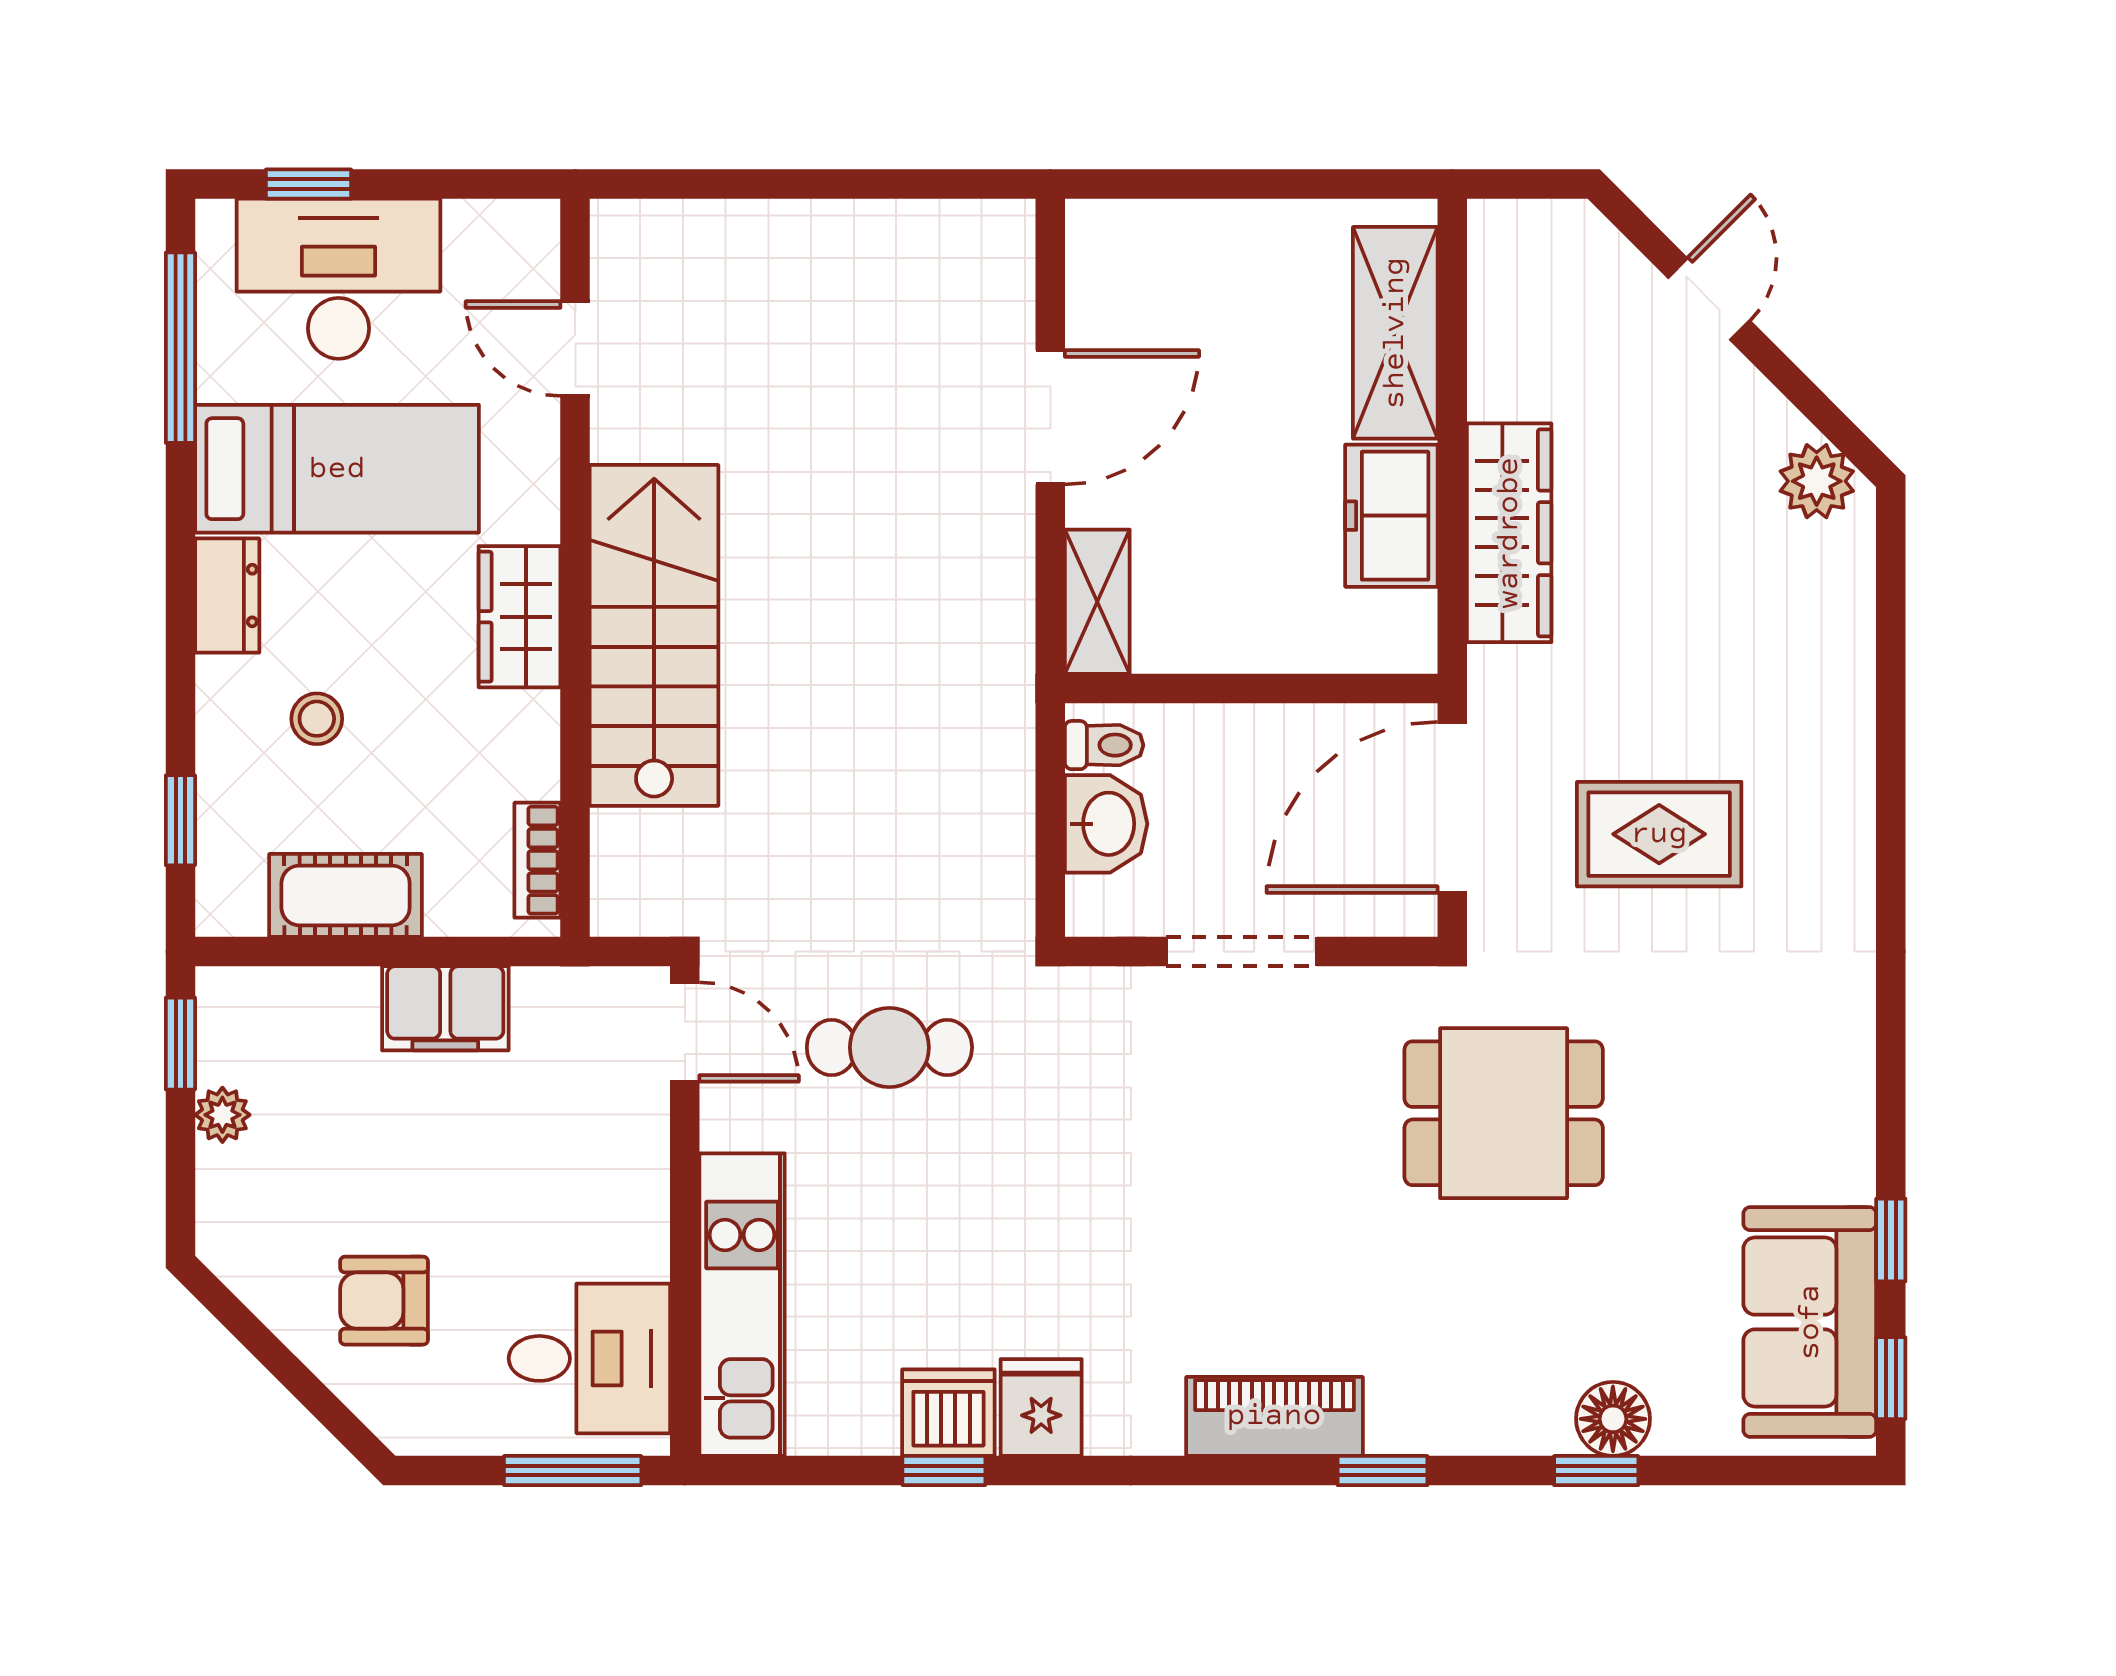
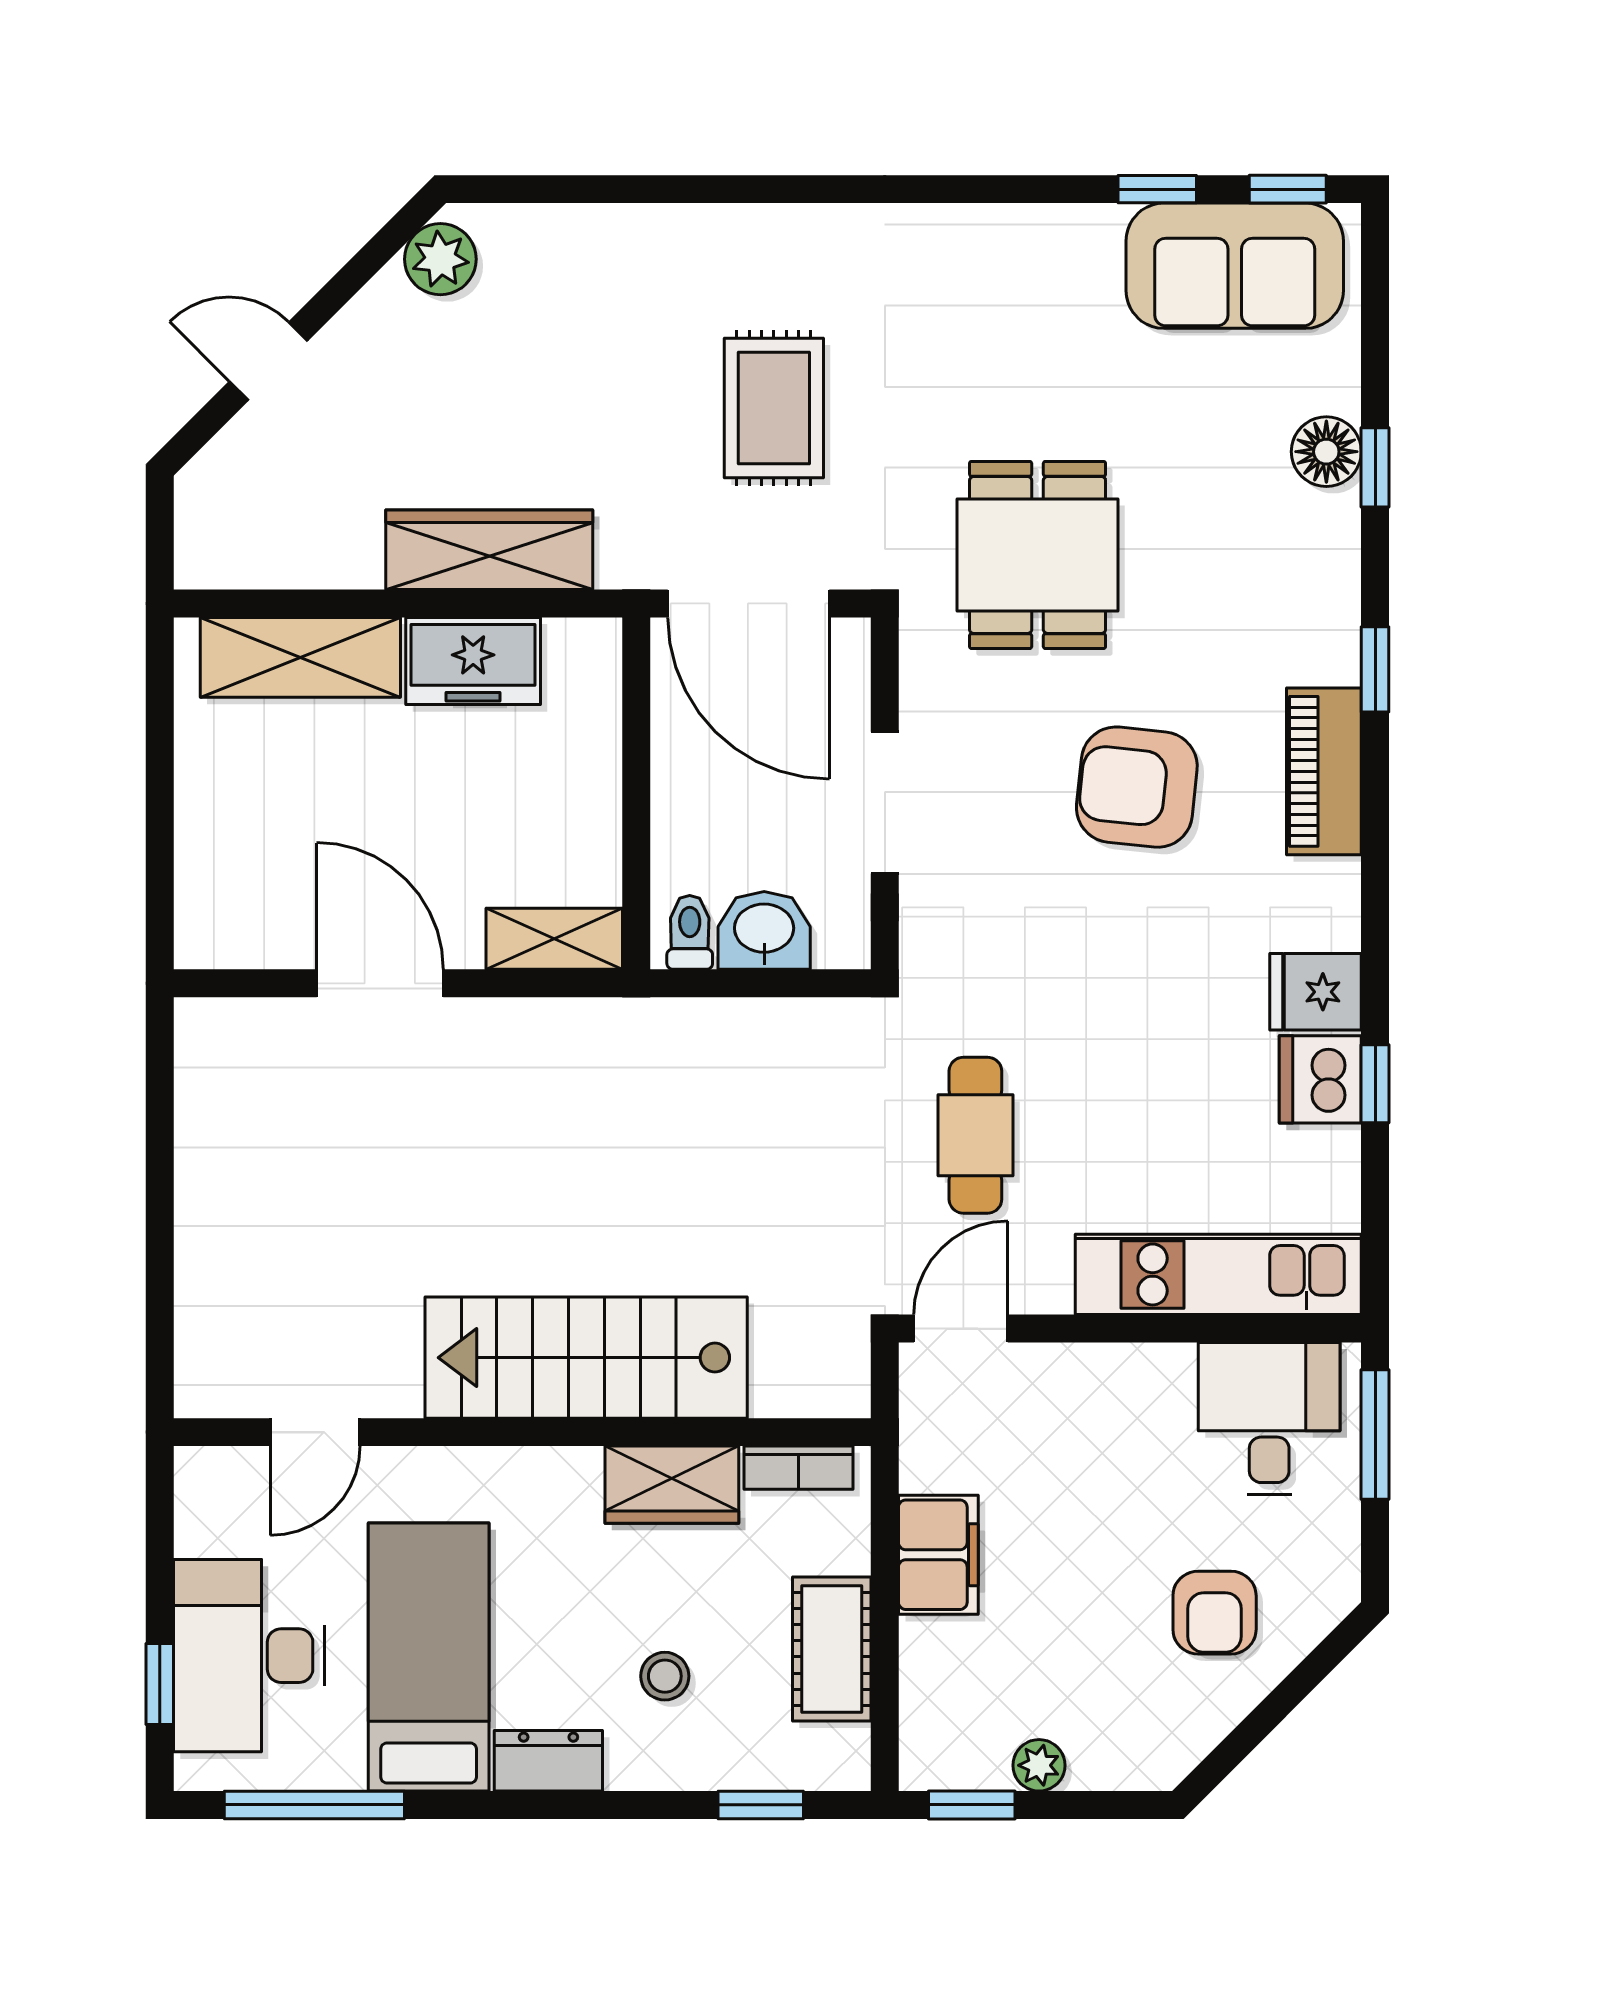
wardrobe: (520, 617) -> (672, 1485), moved
armchair: (1258, 1218) -> (1137, 787), added

